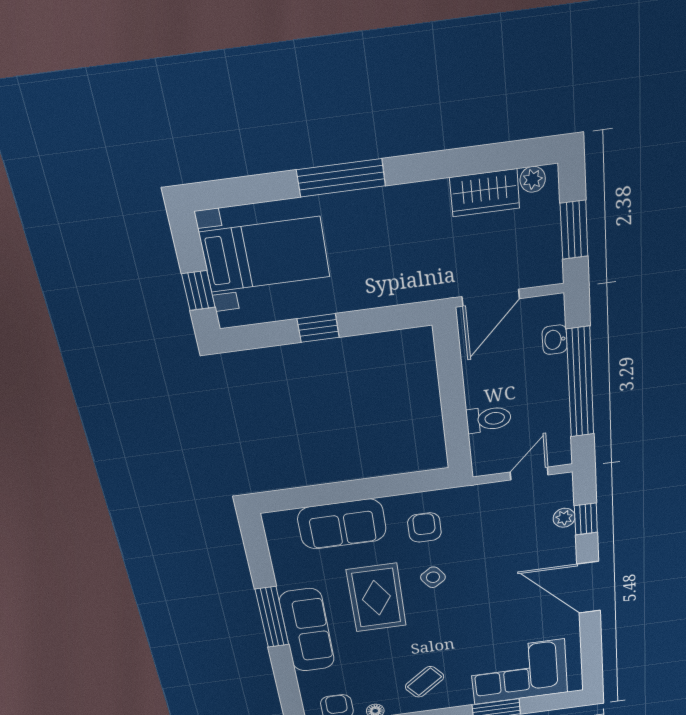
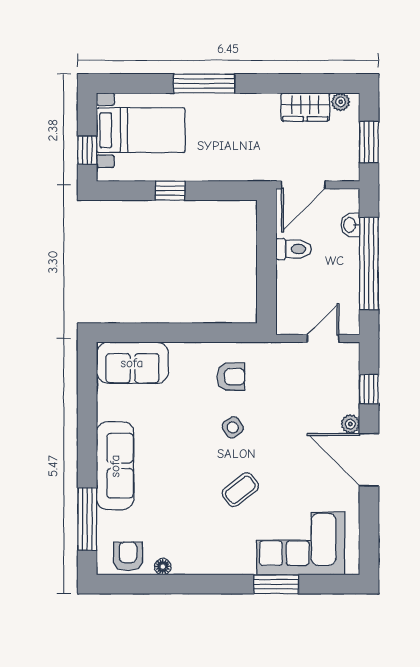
toilet: (489, 419) -> (294, 249), moved
plant: (564, 518) -> (350, 424), moved
sofa: (342, 524) -> (132, 363), moved
armchair: (424, 527) -> (231, 377), turned 90
rug: (376, 598) -> (181, 441), removed
window: (272, 617) -> (87, 519), moved
coffee table: (425, 682) -> (240, 490), moved

